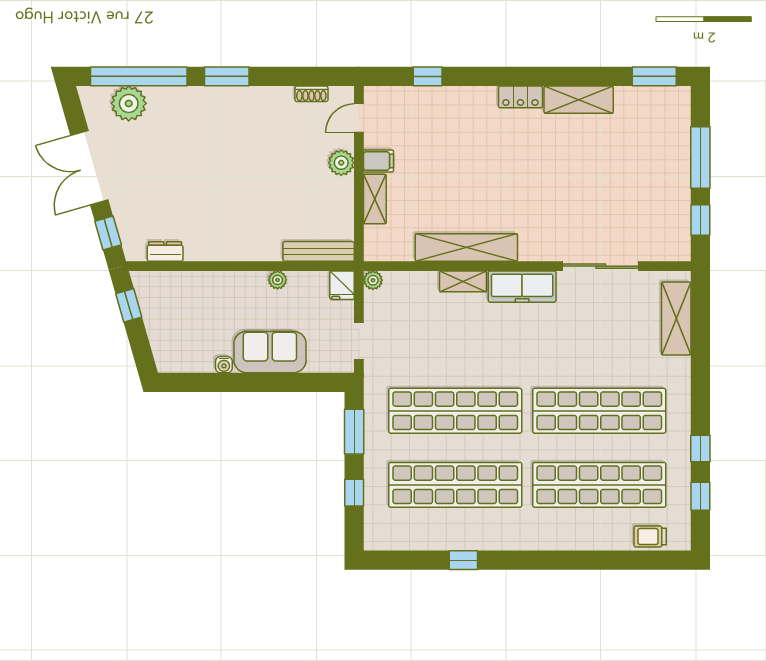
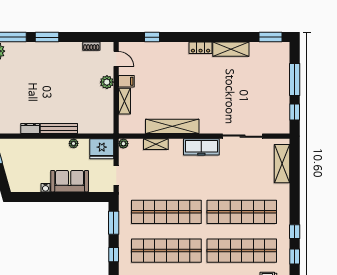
door: (359, 118) -> (116, 59), swing flipped
dresser: (165, 251) -> (30, 129), moved
bench: (319, 251) -> (59, 129), moved
shelving: (463, 281) -> (156, 144), moved
fridge: (342, 285) -> (102, 149), width x1.88, depth x1.34

